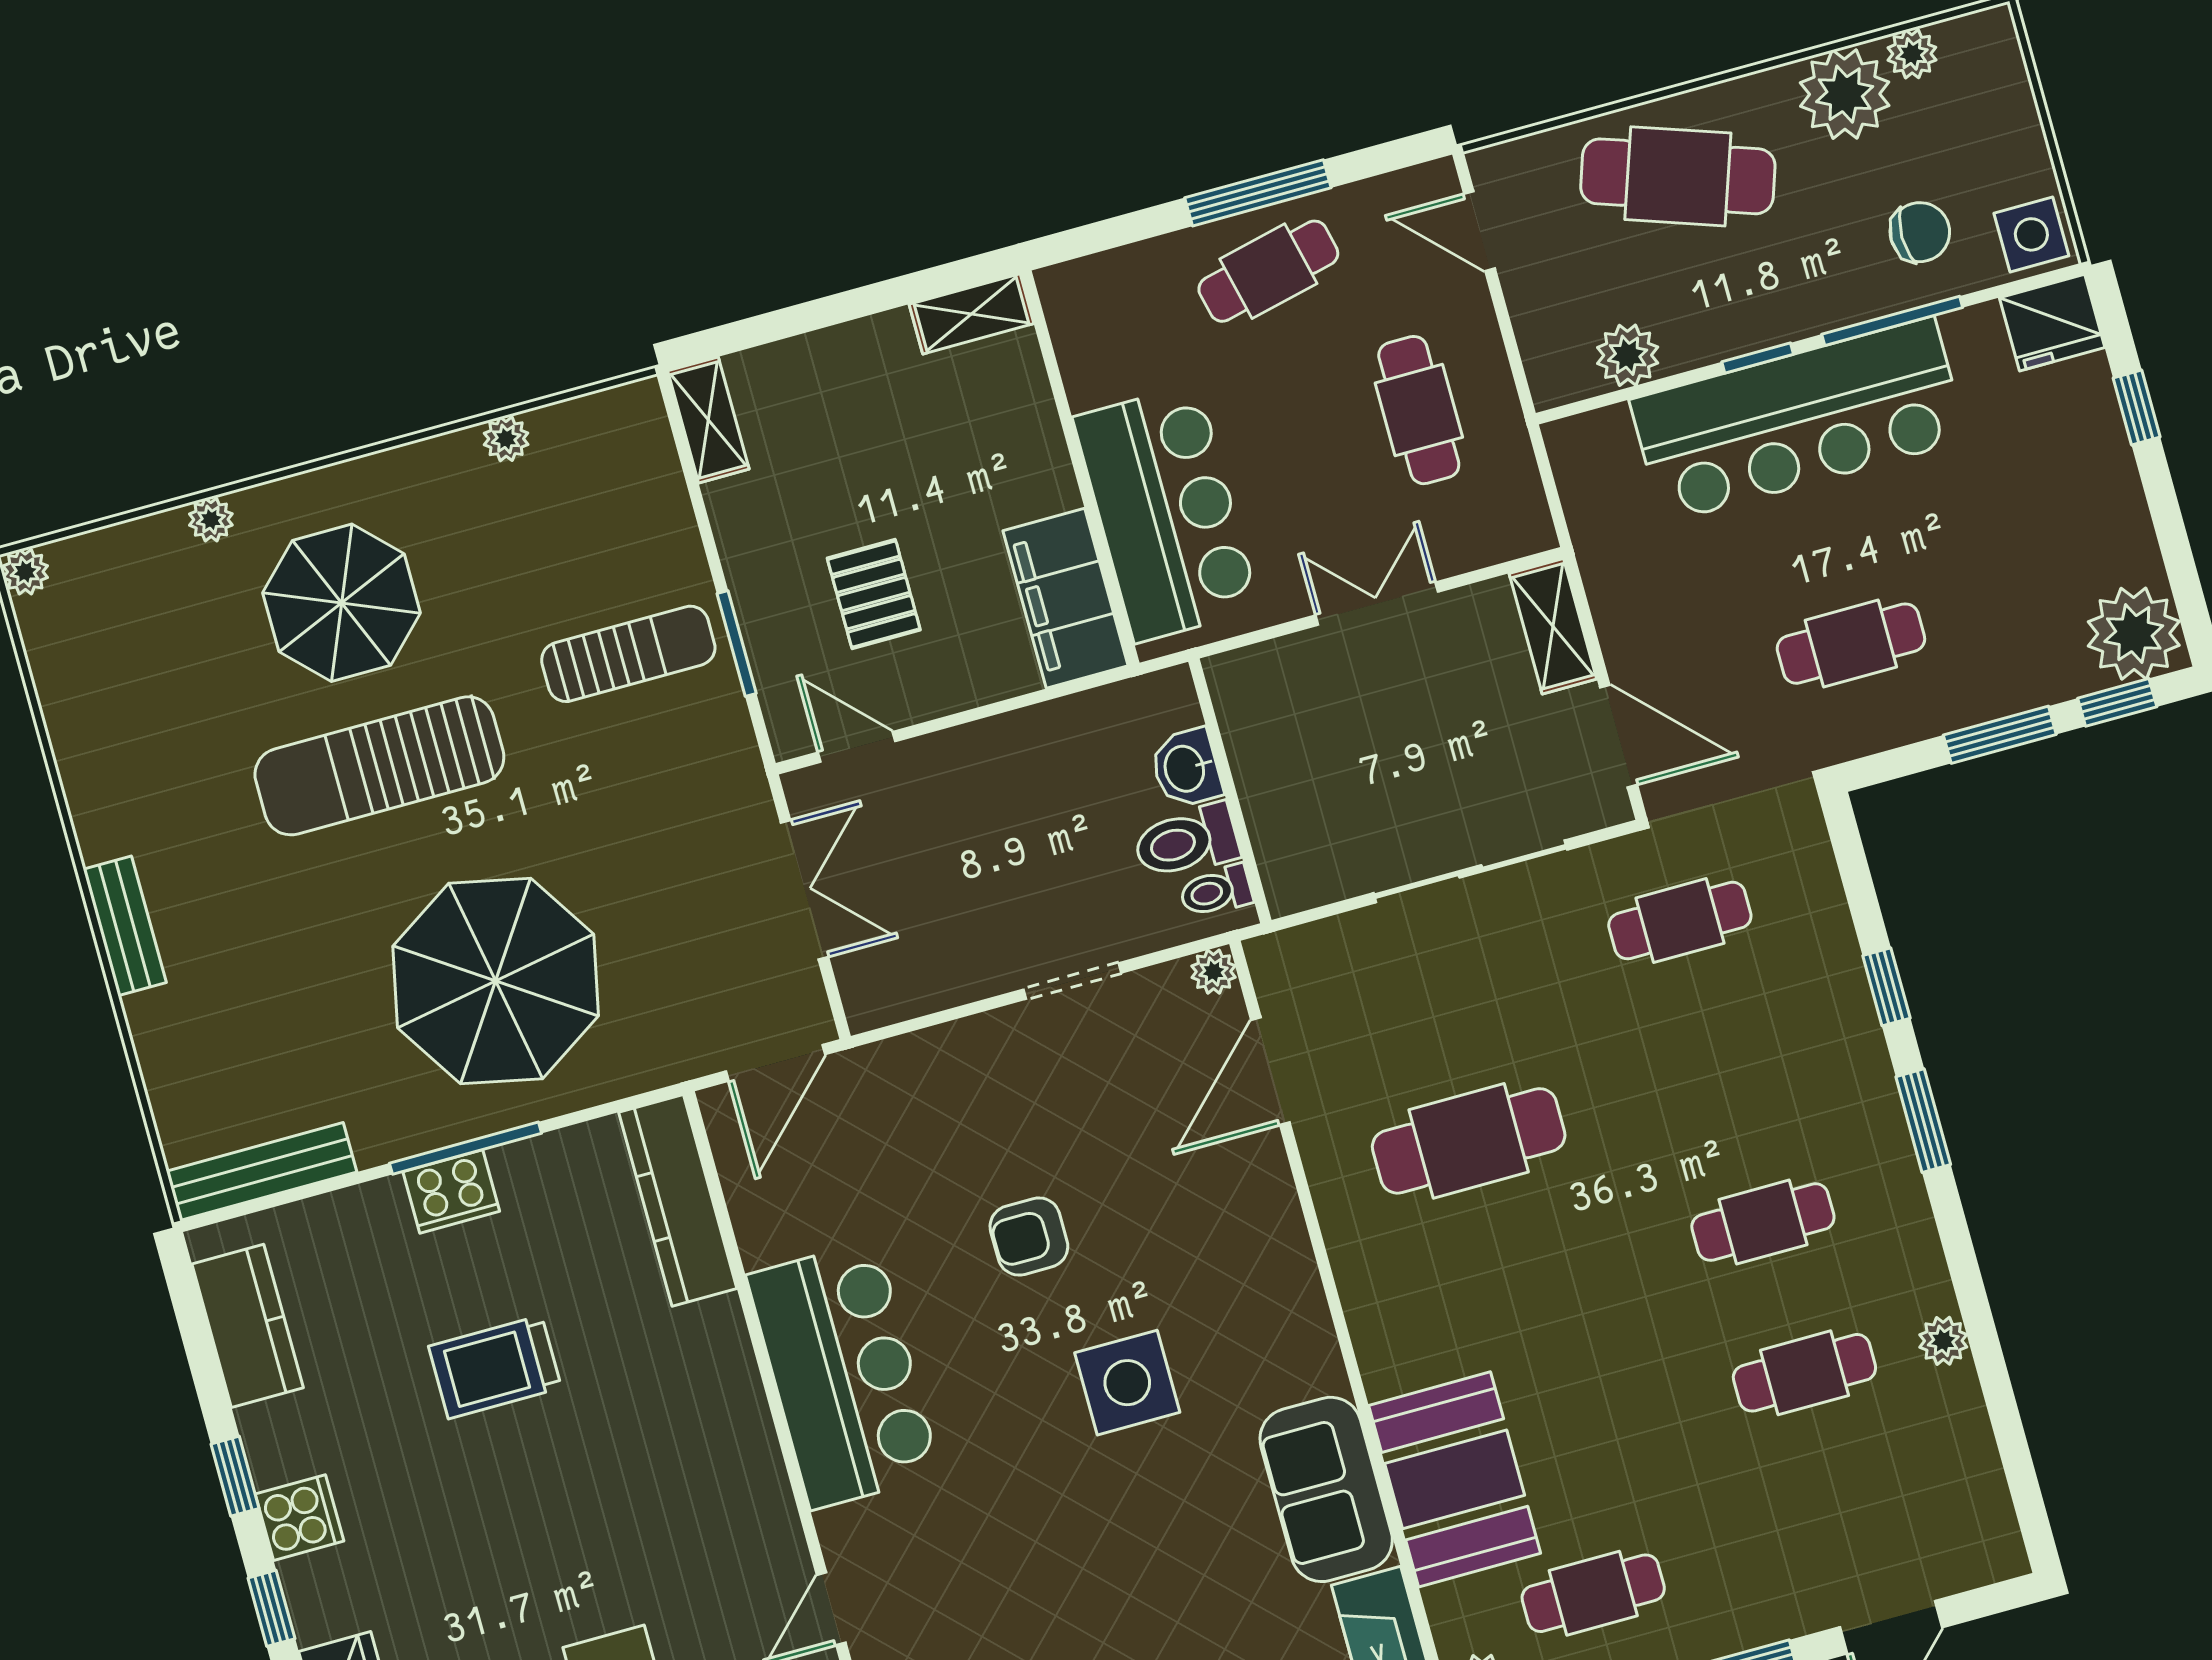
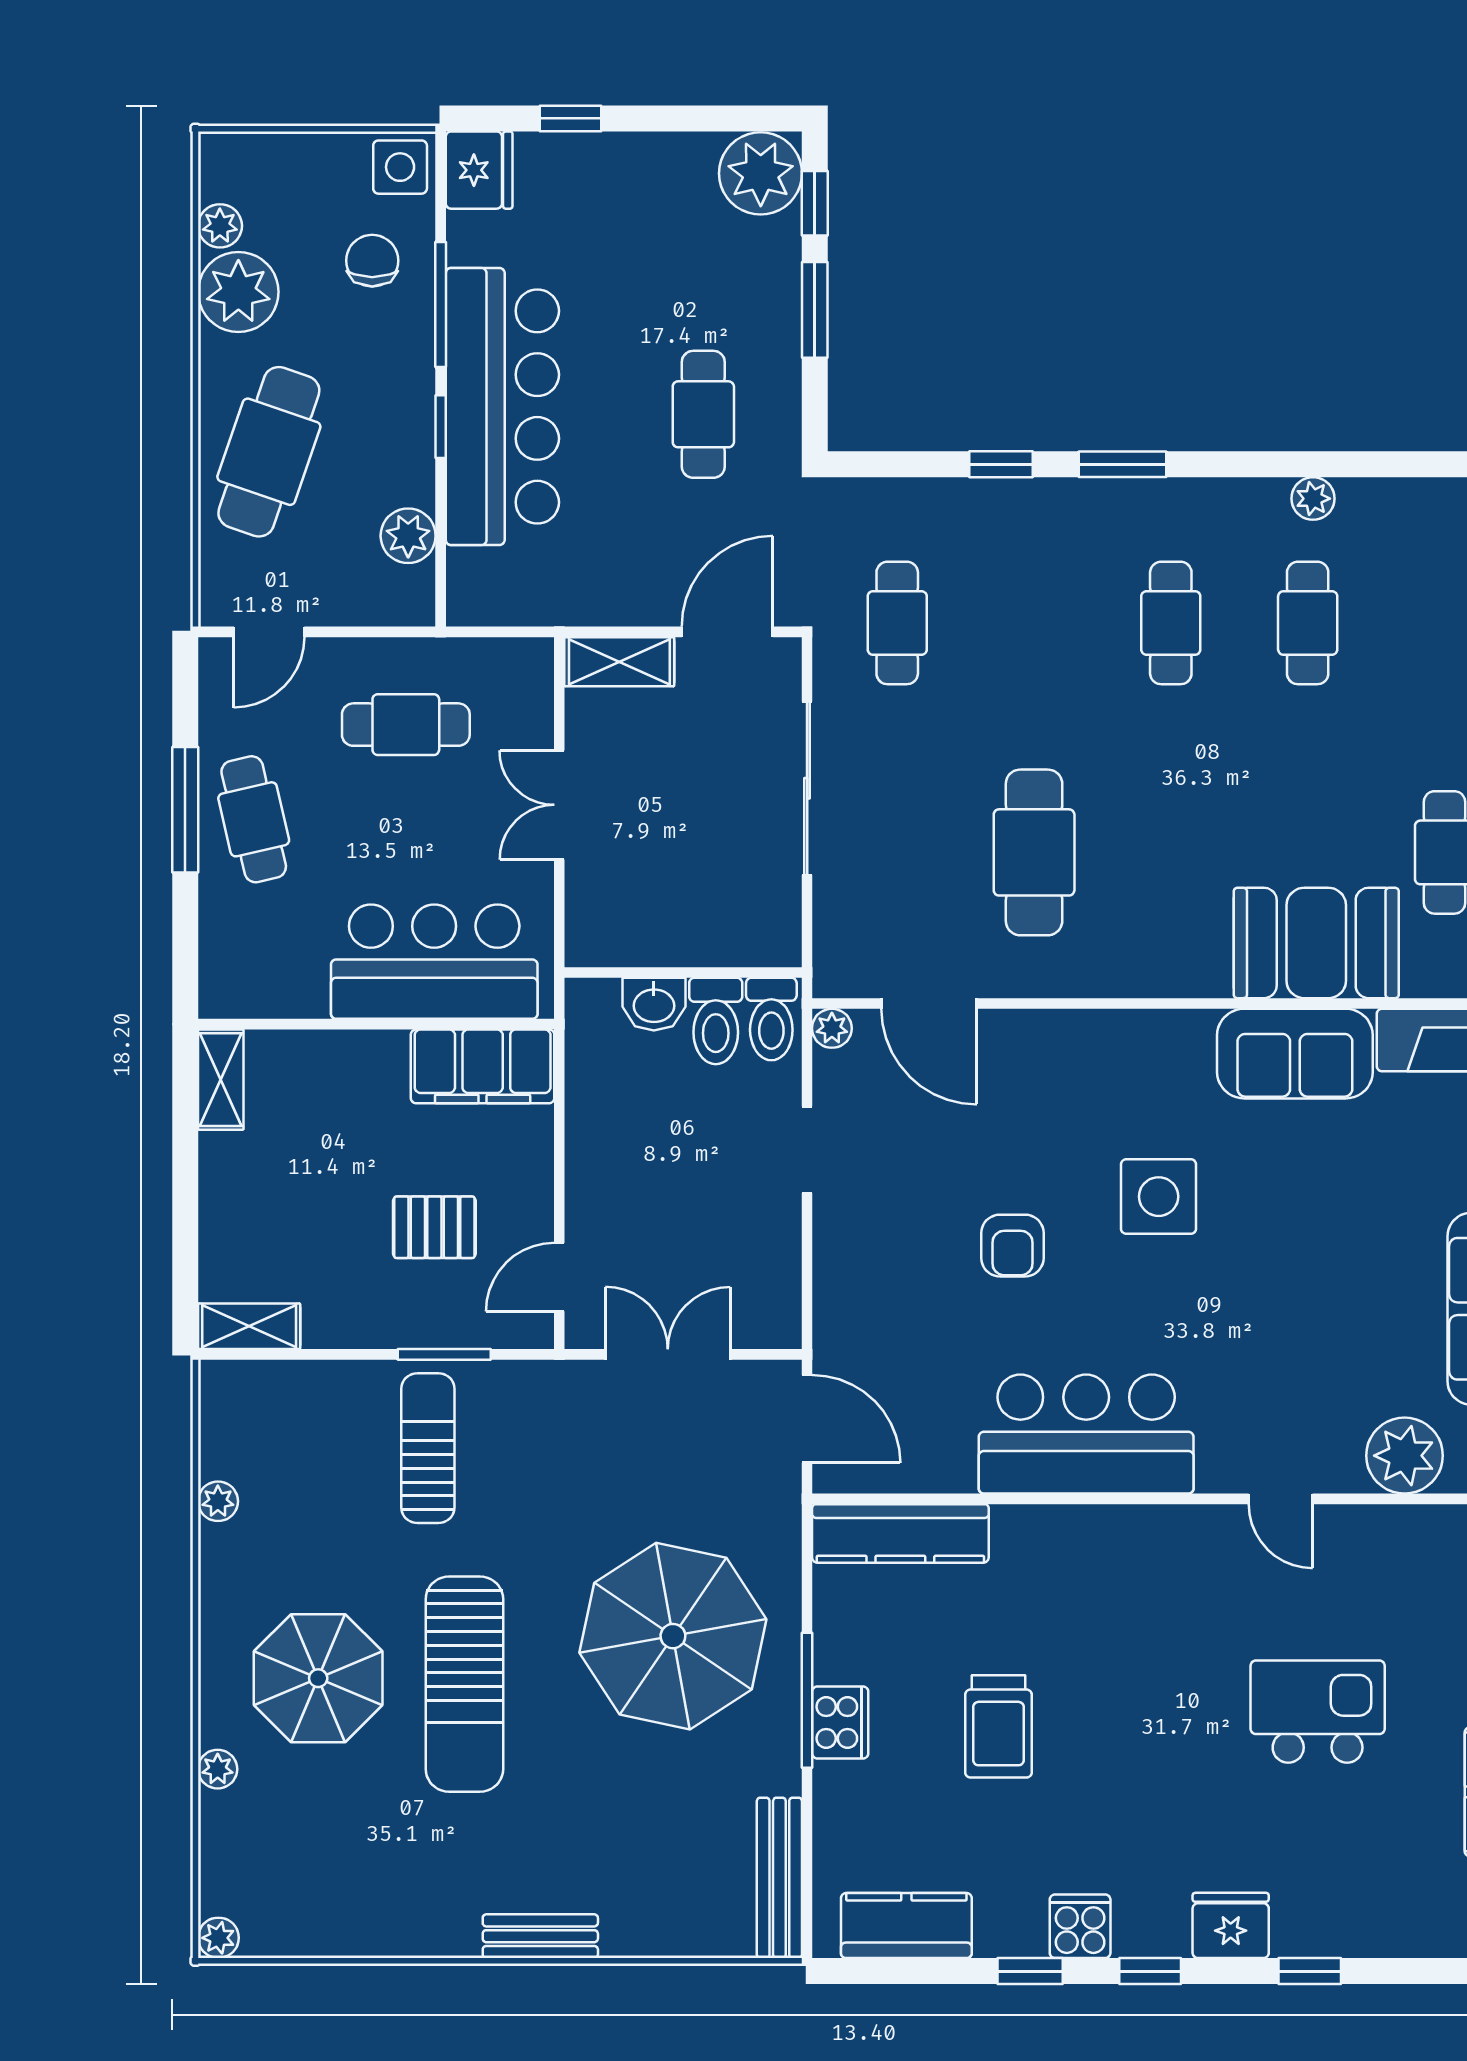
toilet: (1216, 891) -> (771, 1019), width x1.37, depth x1.39

